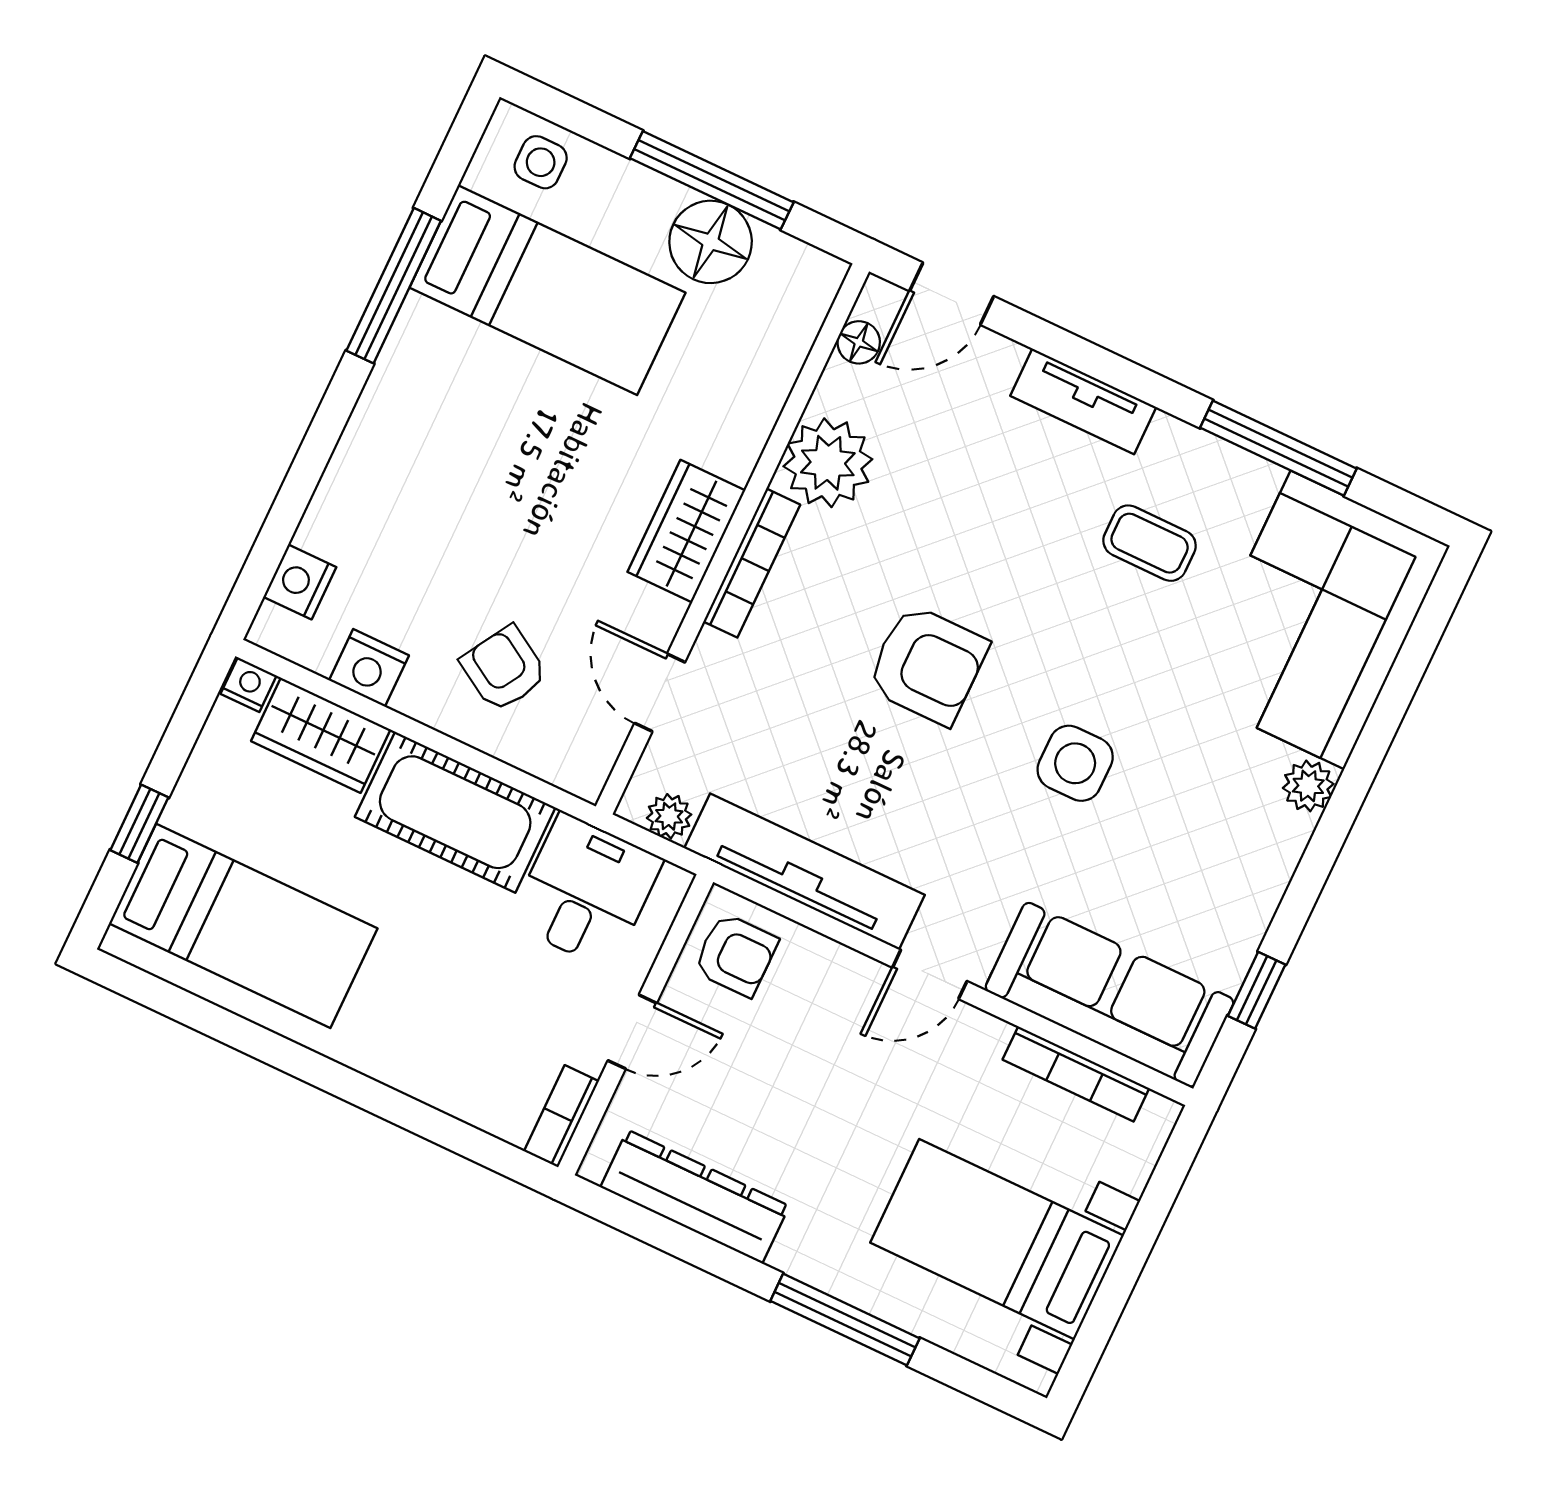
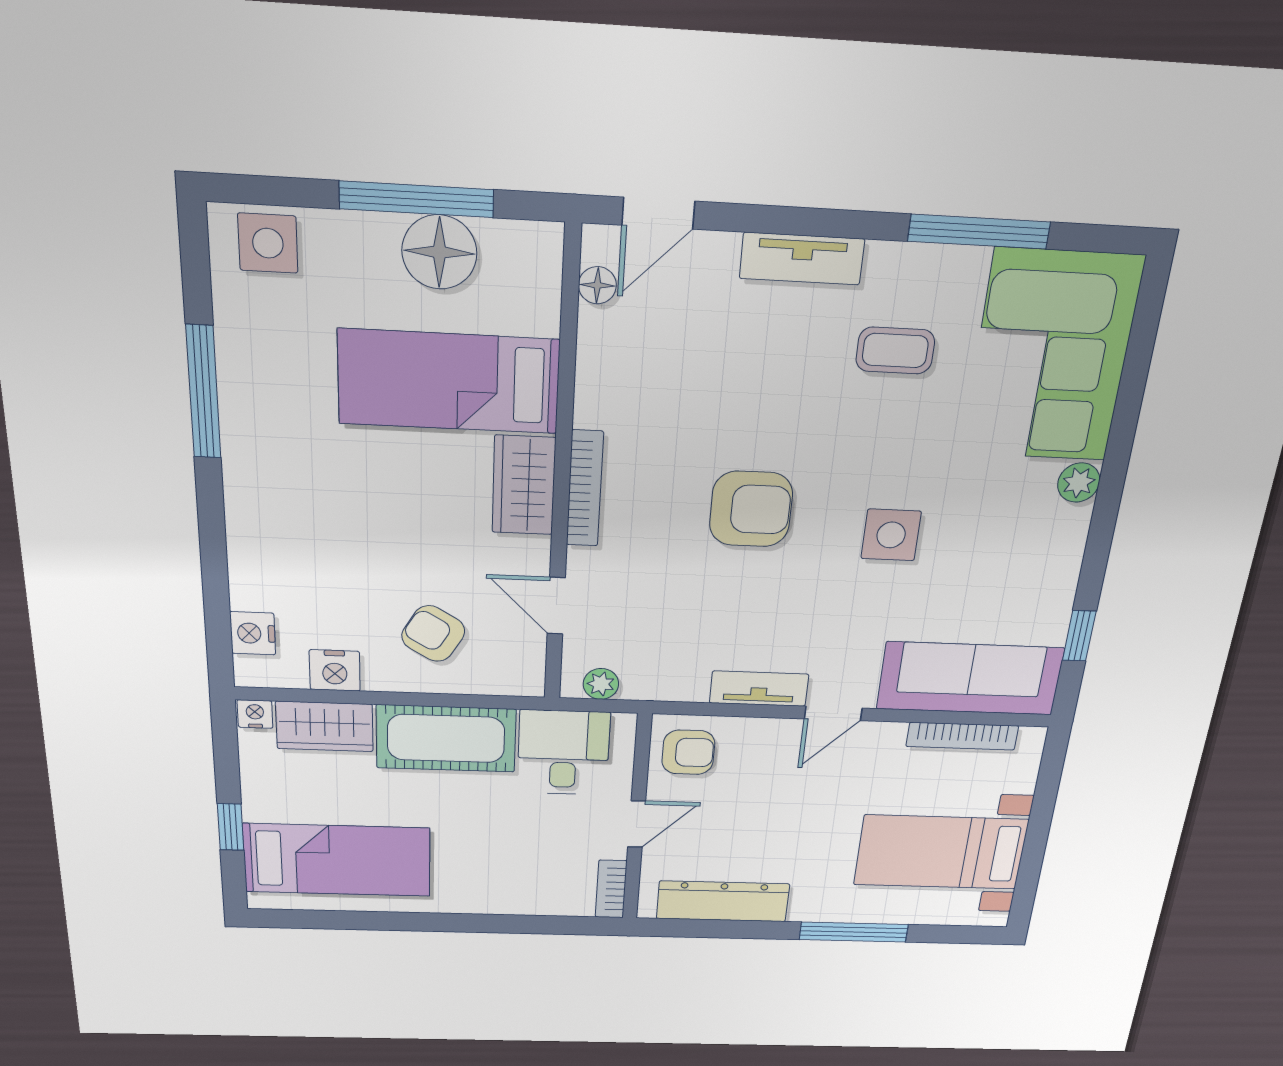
side table: (541, 162) -> (268, 243), width x1.37, depth x1.37
bed: (548, 290) -> (449, 382), moved, turned 180
plant: (828, 463) -> (612, 391), removed
tv unit: (804, 872) -> (759, 689), width x0.52, depth x0.78

